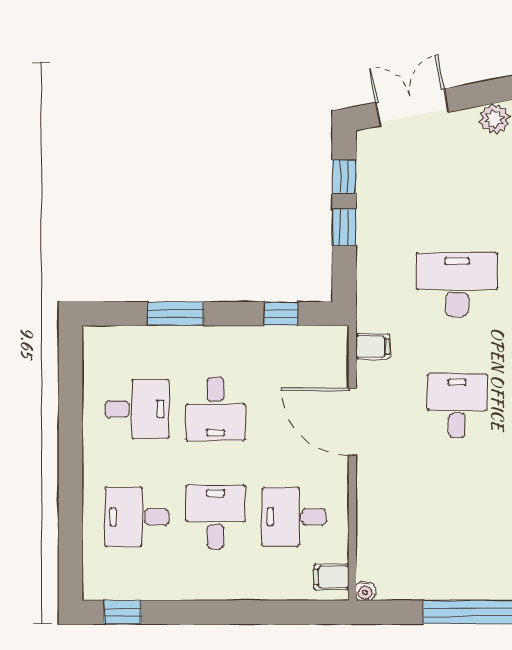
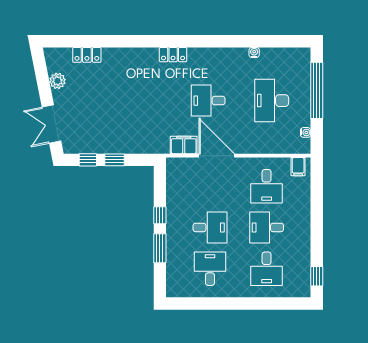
desk: (457, 285) -> (272, 101), moved
window: (281, 314) -> (160, 215), moved
filing cabinet: (373, 346) -> (184, 145), width x2.00
door: (352, 422) -> (217, 156), swing flipped
water cooler: (365, 591) -> (306, 132), moved

